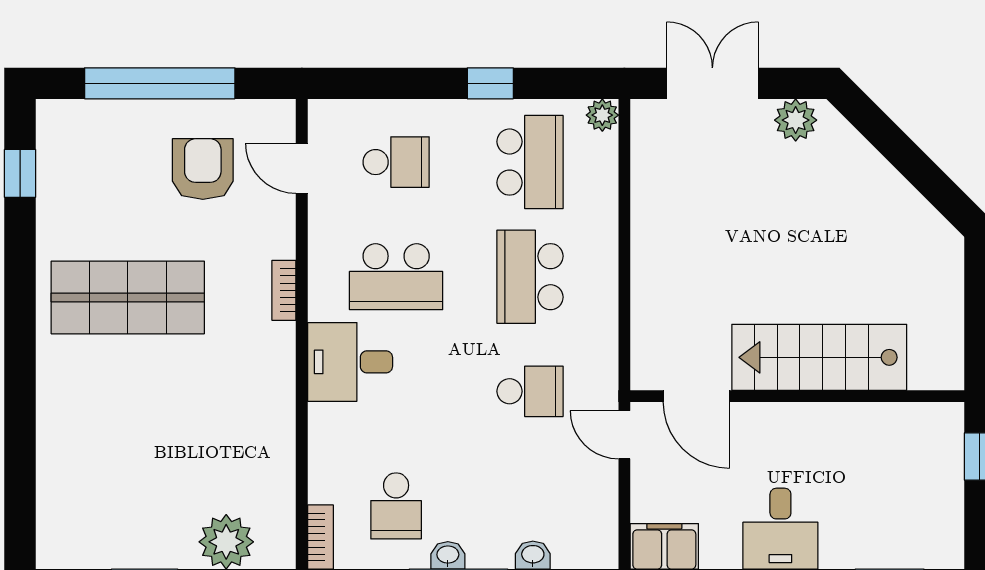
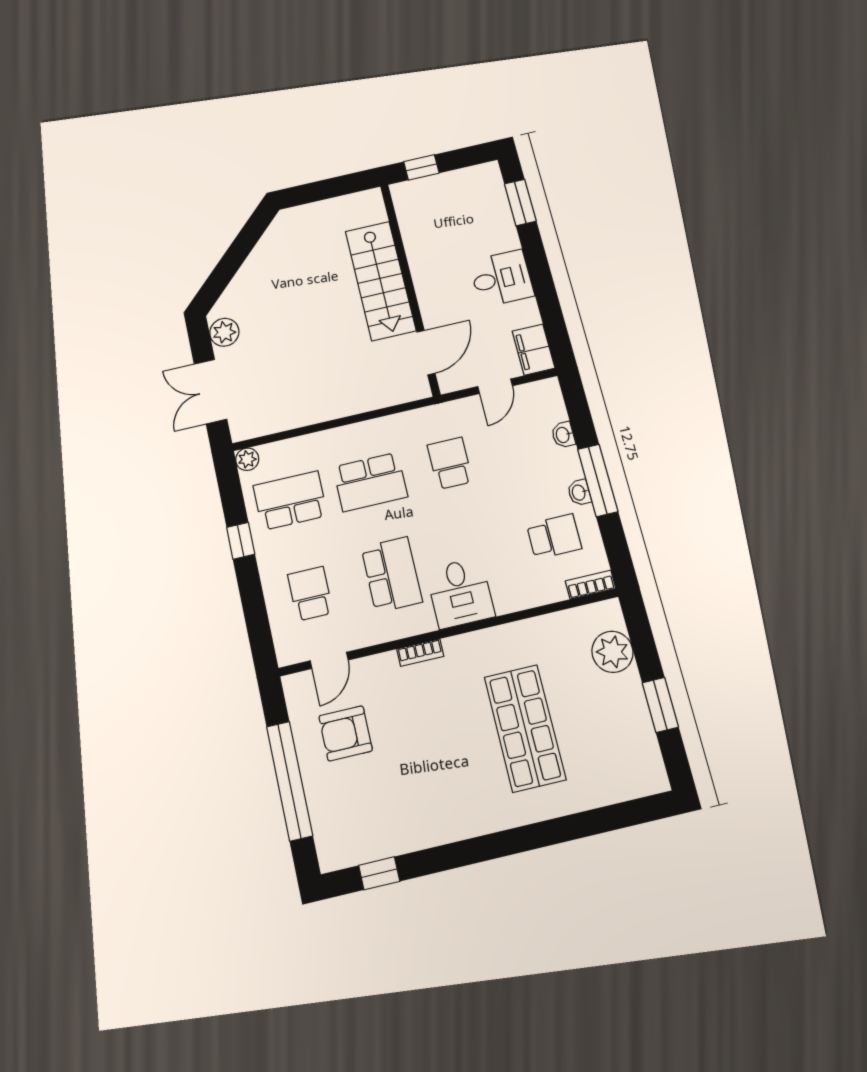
shop shelf: (128, 297) -> (525, 728), moved
door: (624, 435) -> (495, 386), moved

